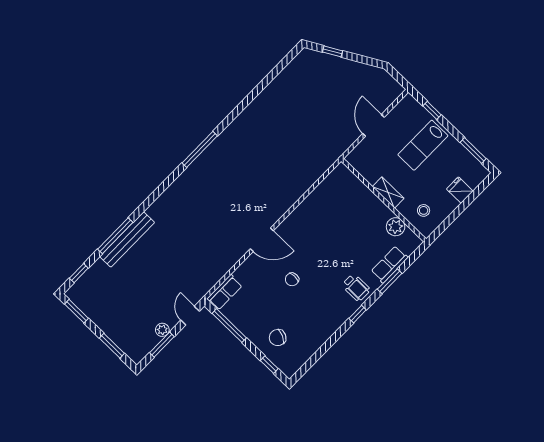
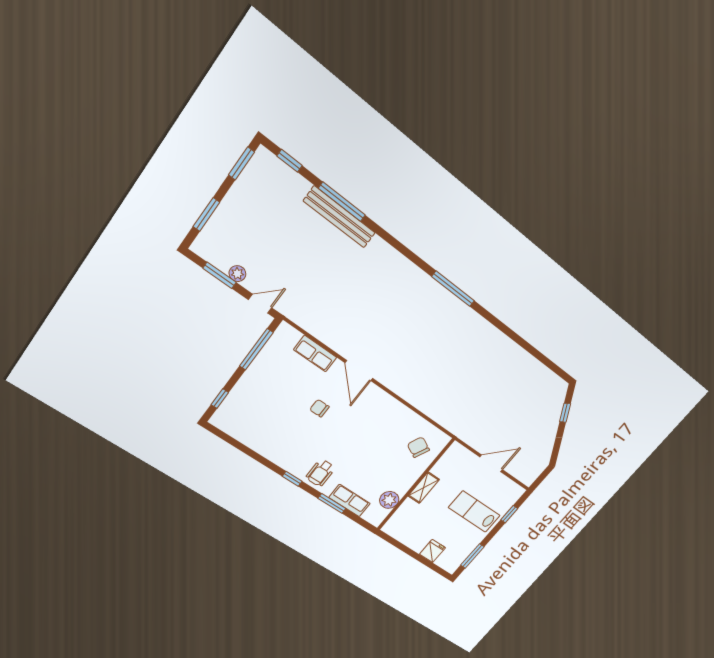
stool: (424, 210) -> (409, 523), removed
row of seats: (225, 292) -> (315, 354), moved
chair: (278, 338) -> (418, 447), moved

